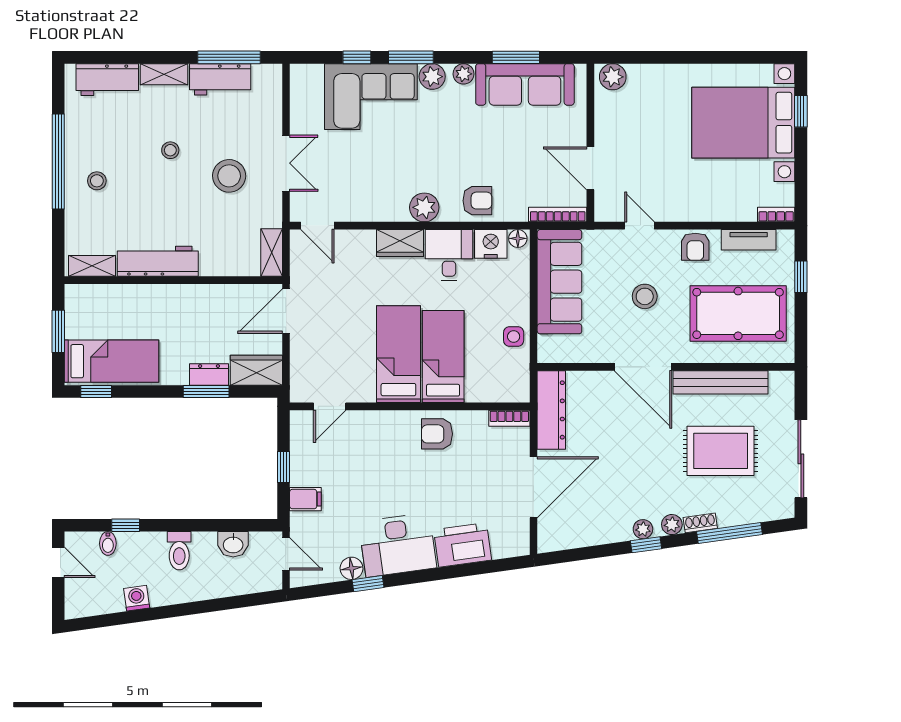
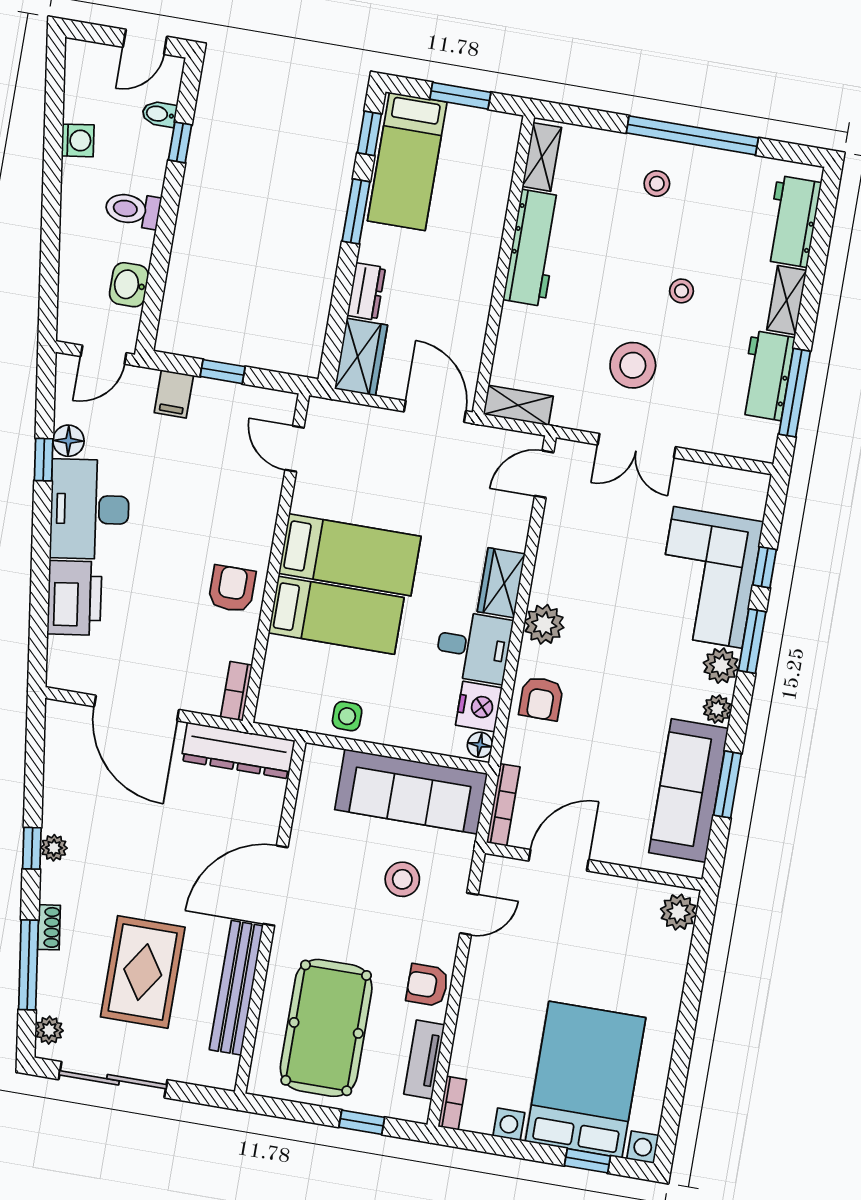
stool: (645, 296) -> (402, 879), moved
window: (206, 392) -> (356, 211), moved
plant: (672, 525) -> (49, 1030), moved

